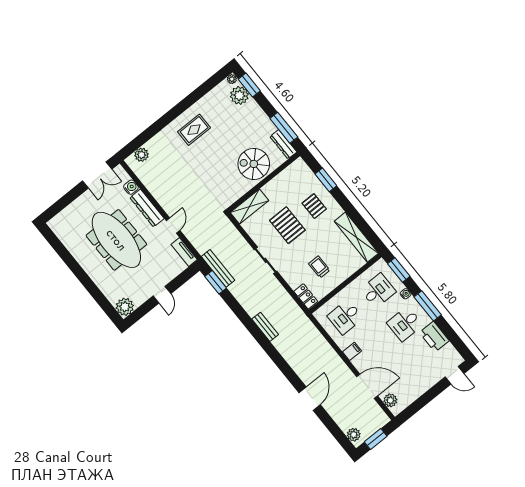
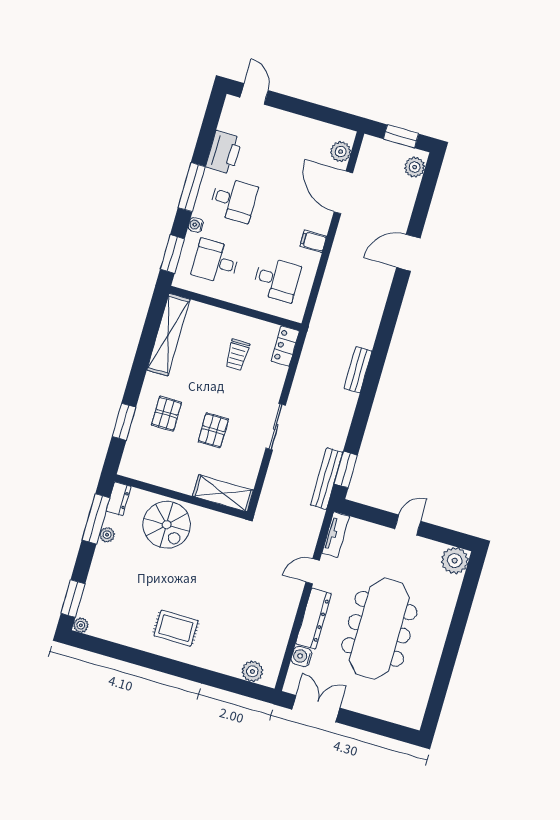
plant: (239, 95) -> (107, 535), moved, width x0.53, depth x0.53
dresser: (283, 144) -> (119, 499), width x0.70
pallet: (287, 225) -> (213, 430), width x0.67, depth x0.71

